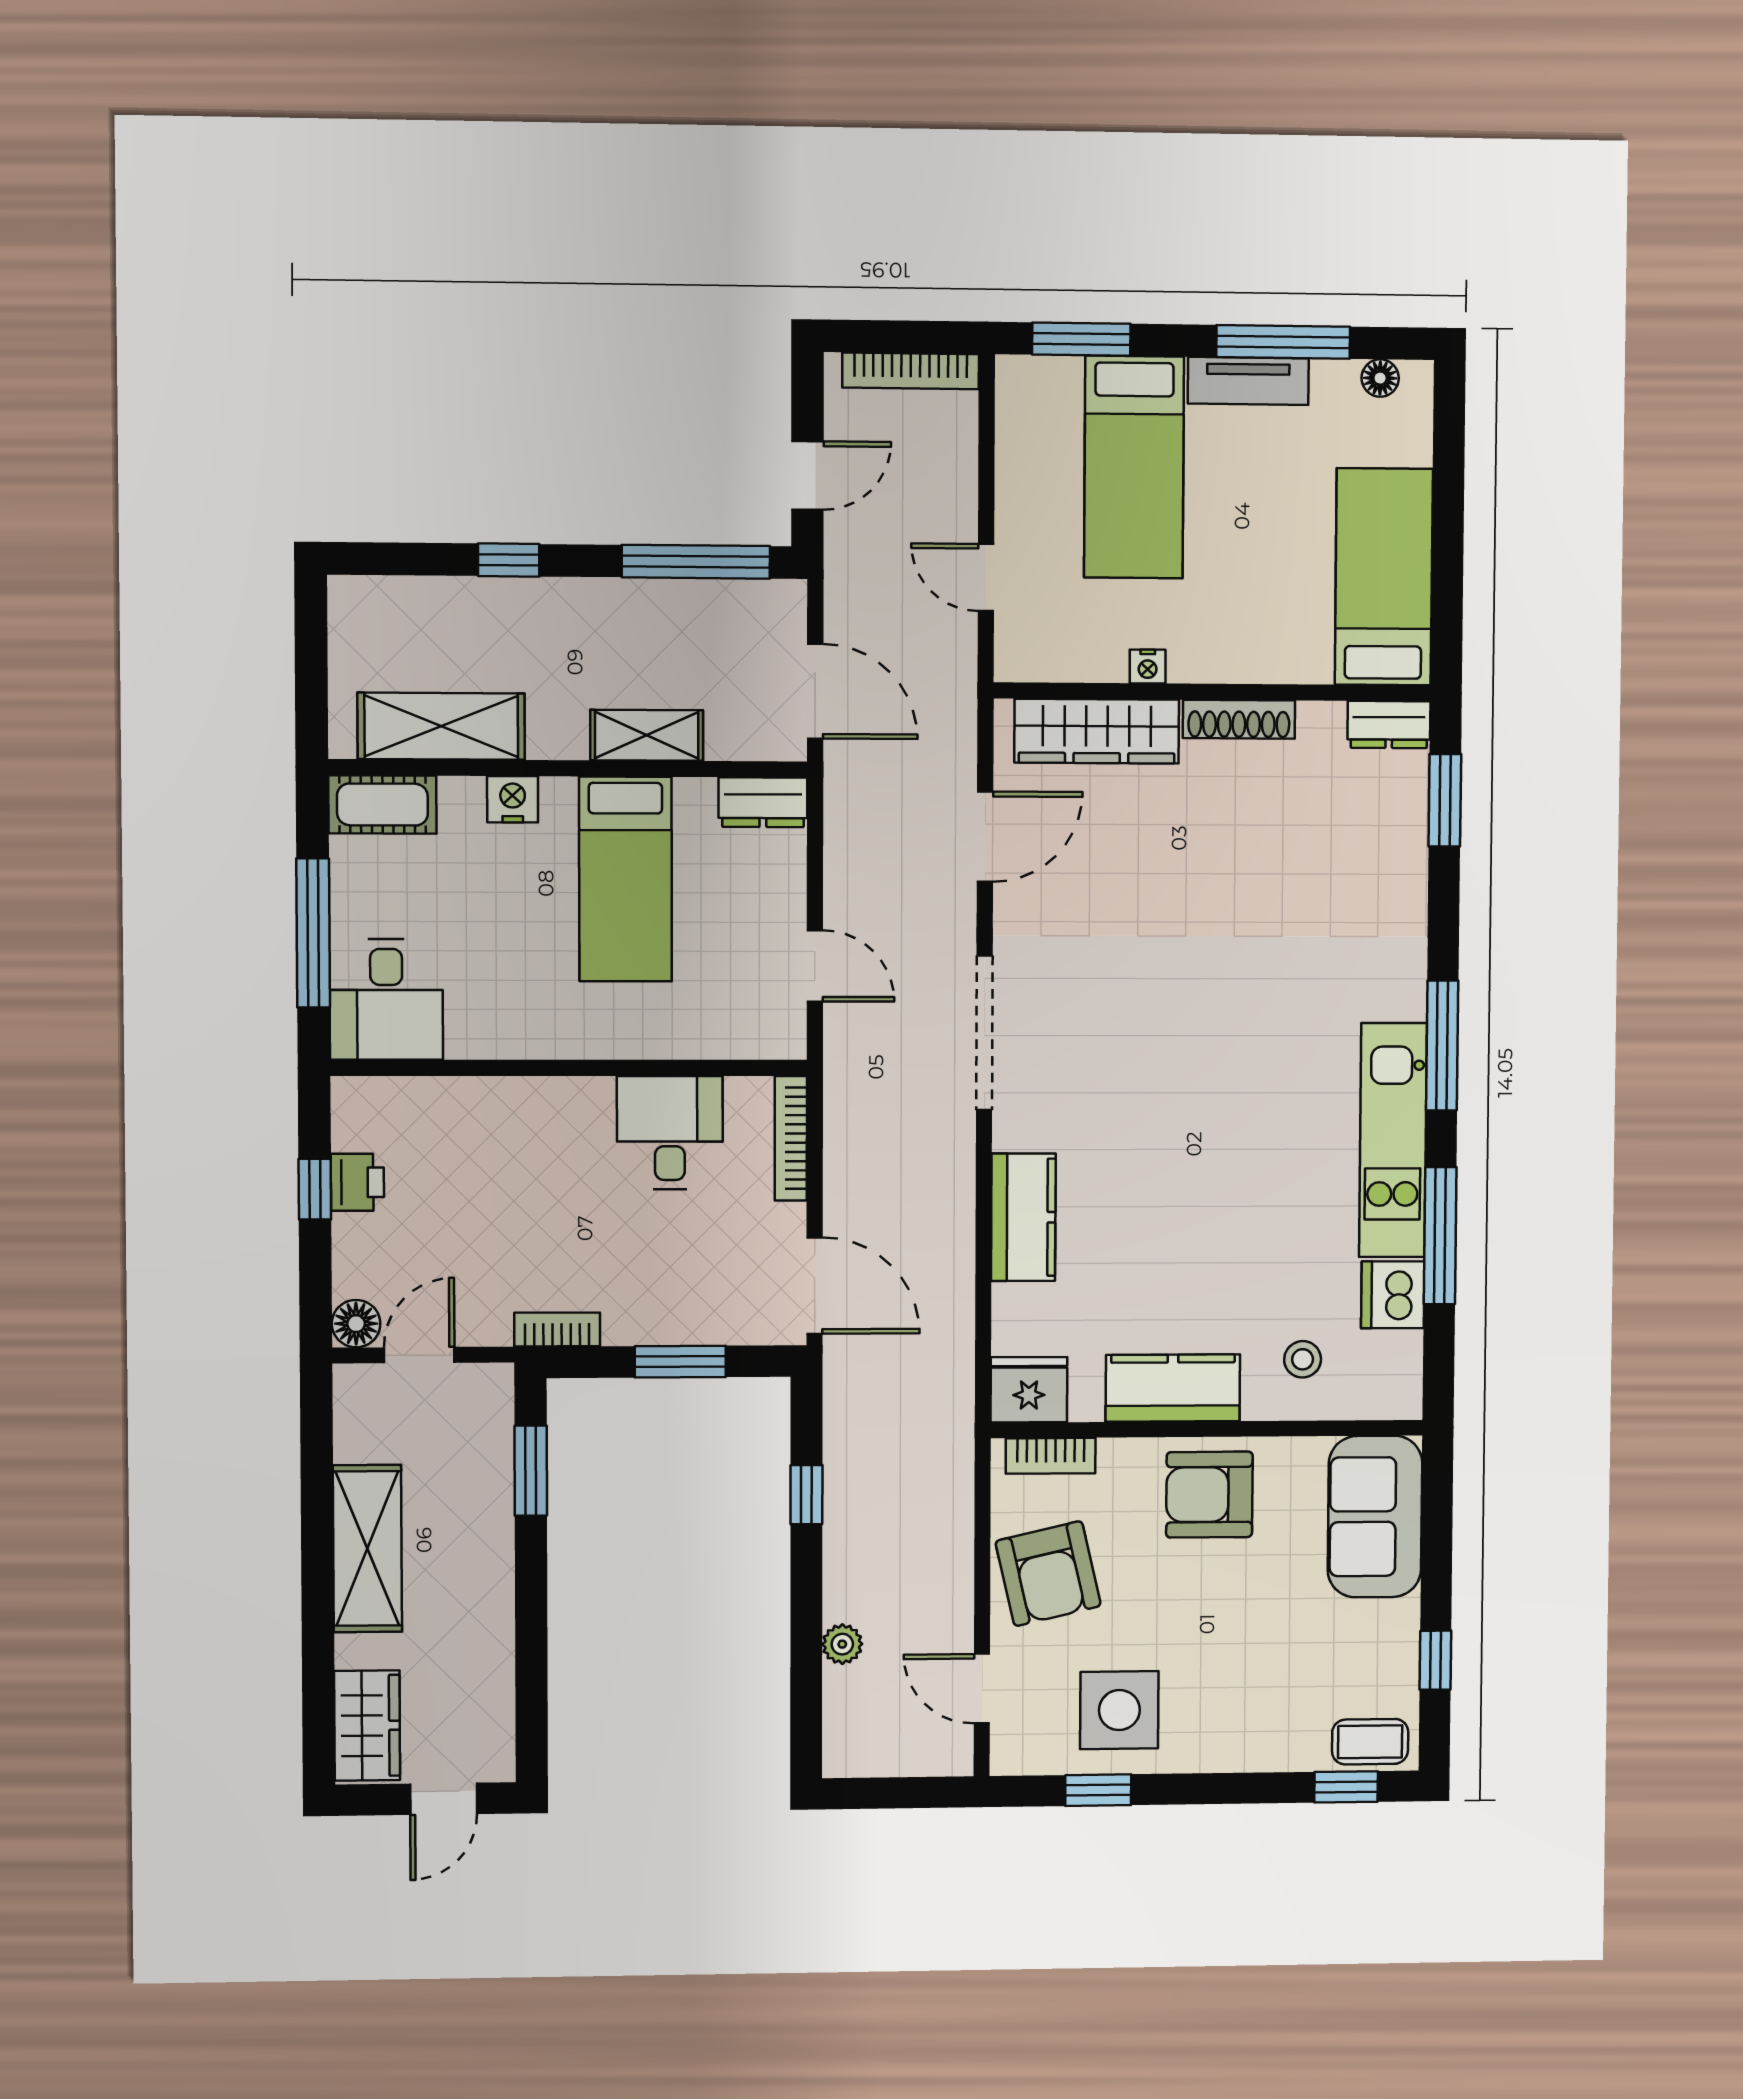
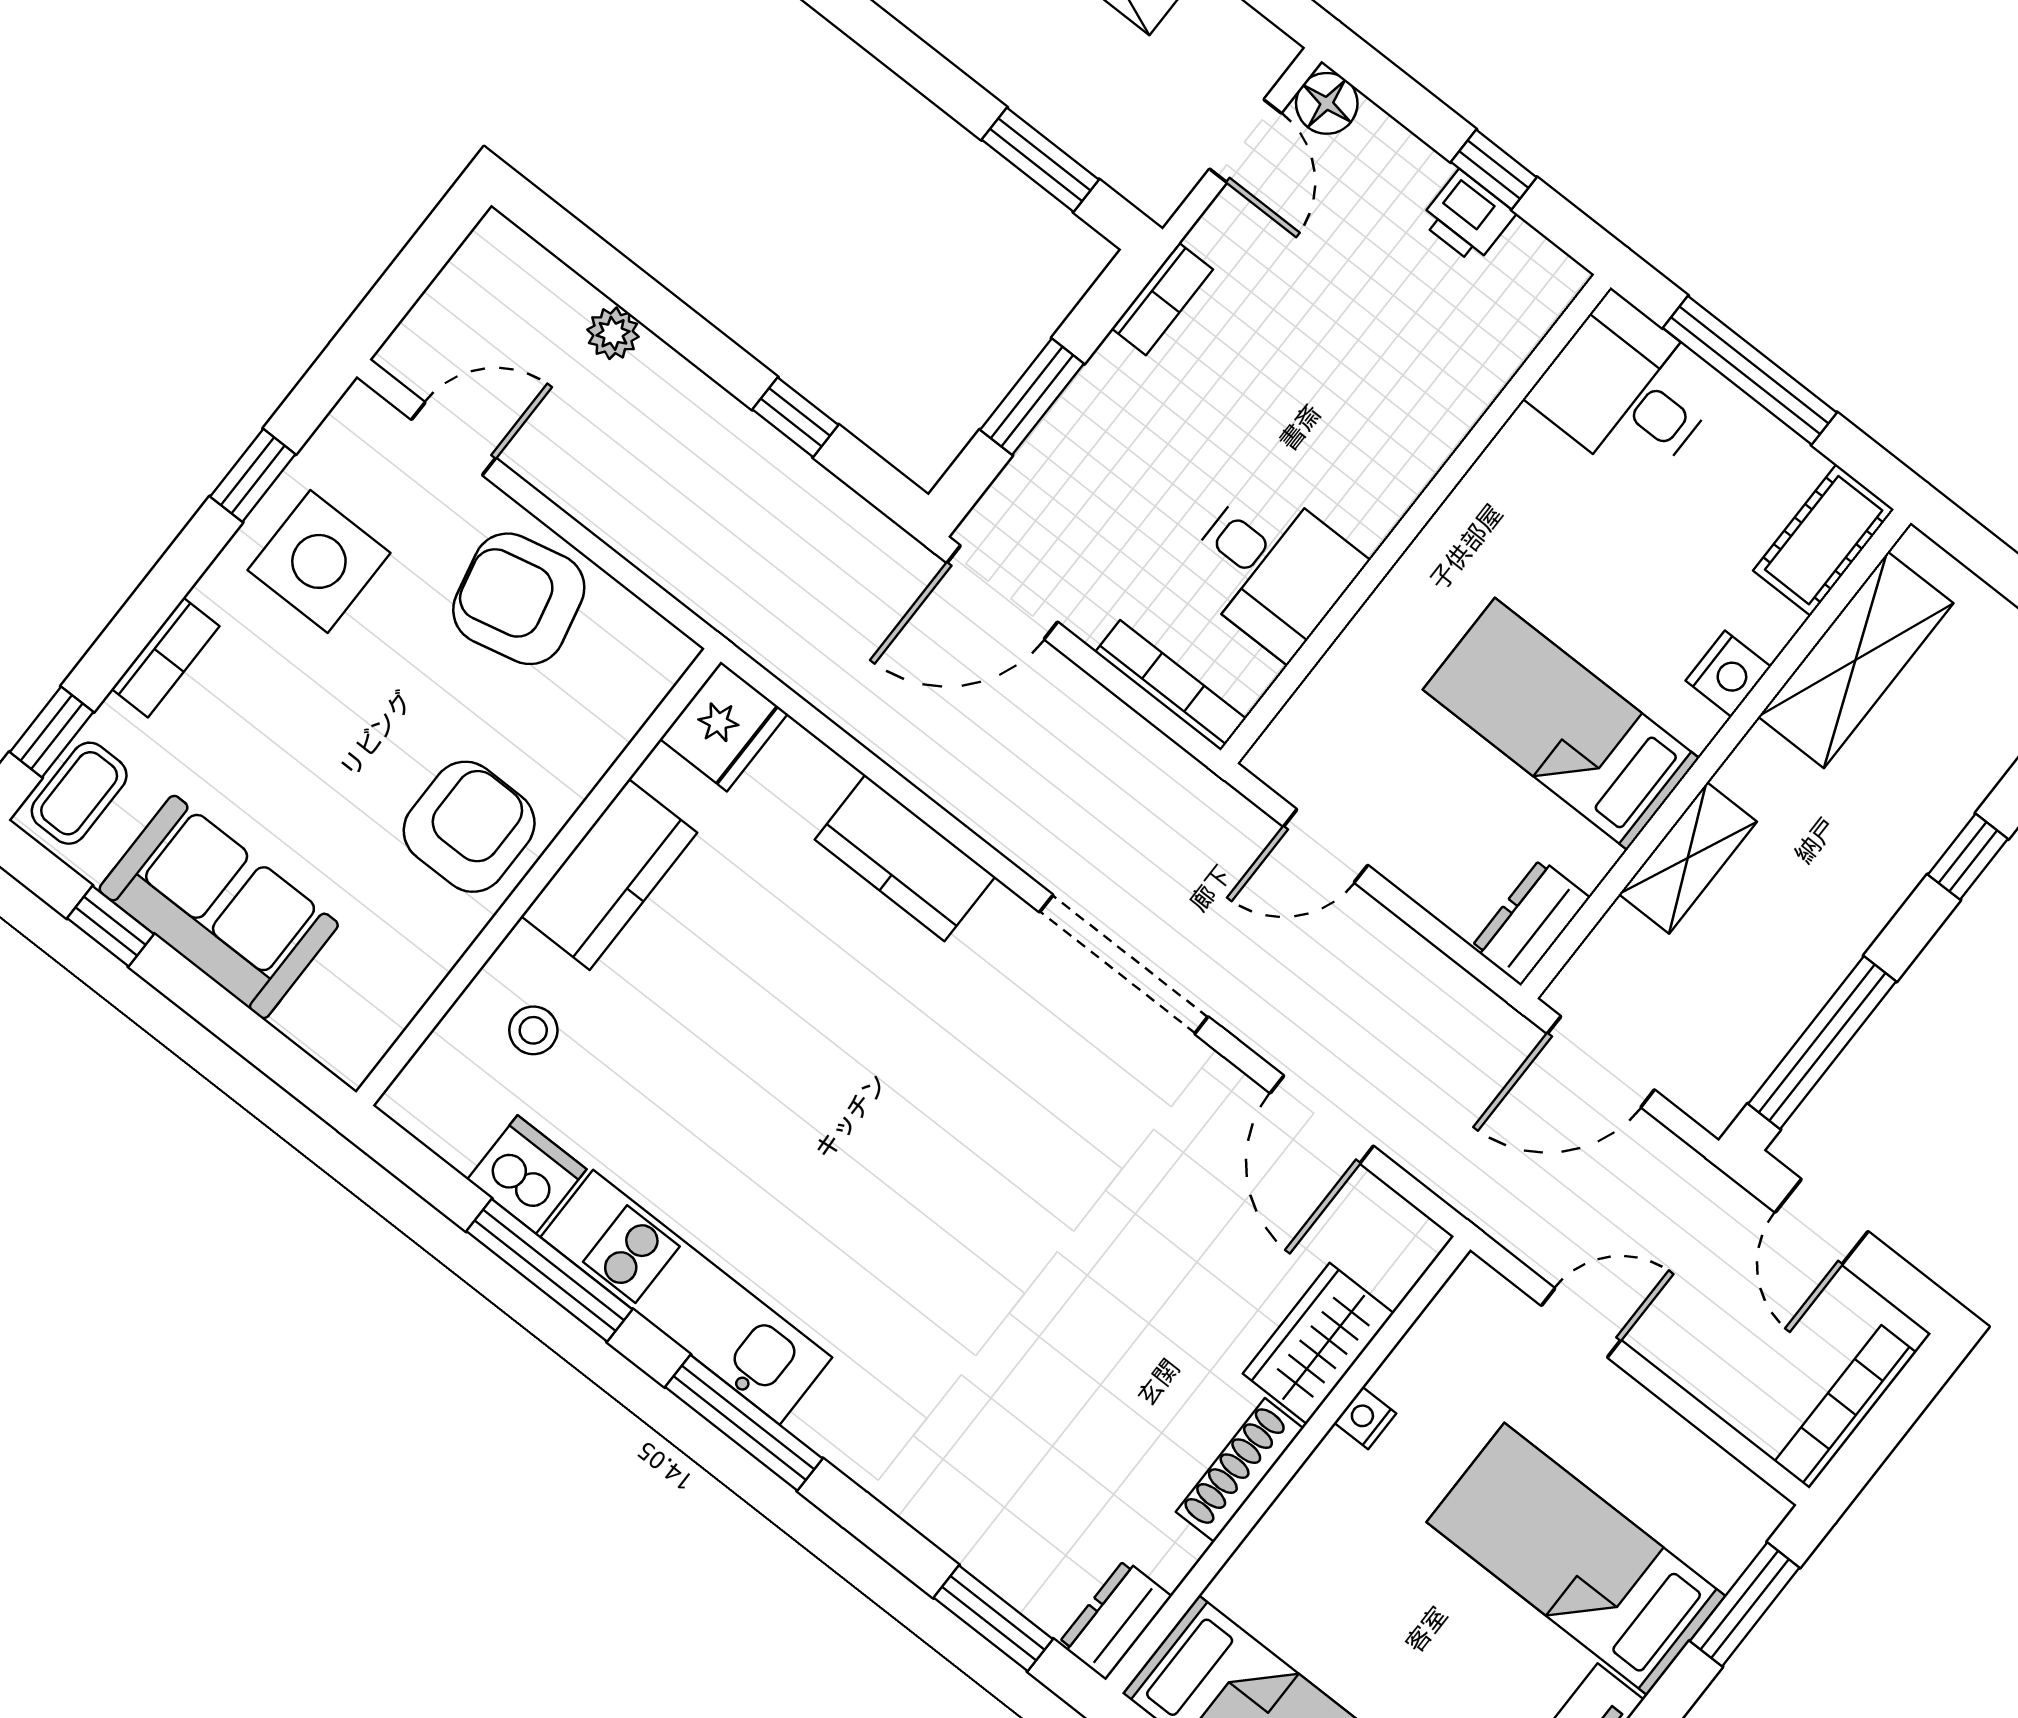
wardrobe: (1097, 731) -> (1318, 1343), width x0.67
bookcase: (1051, 1456) -> (165, 658), moved, turned 180
sofa: (1375, 1517) -> (219, 907), moved

